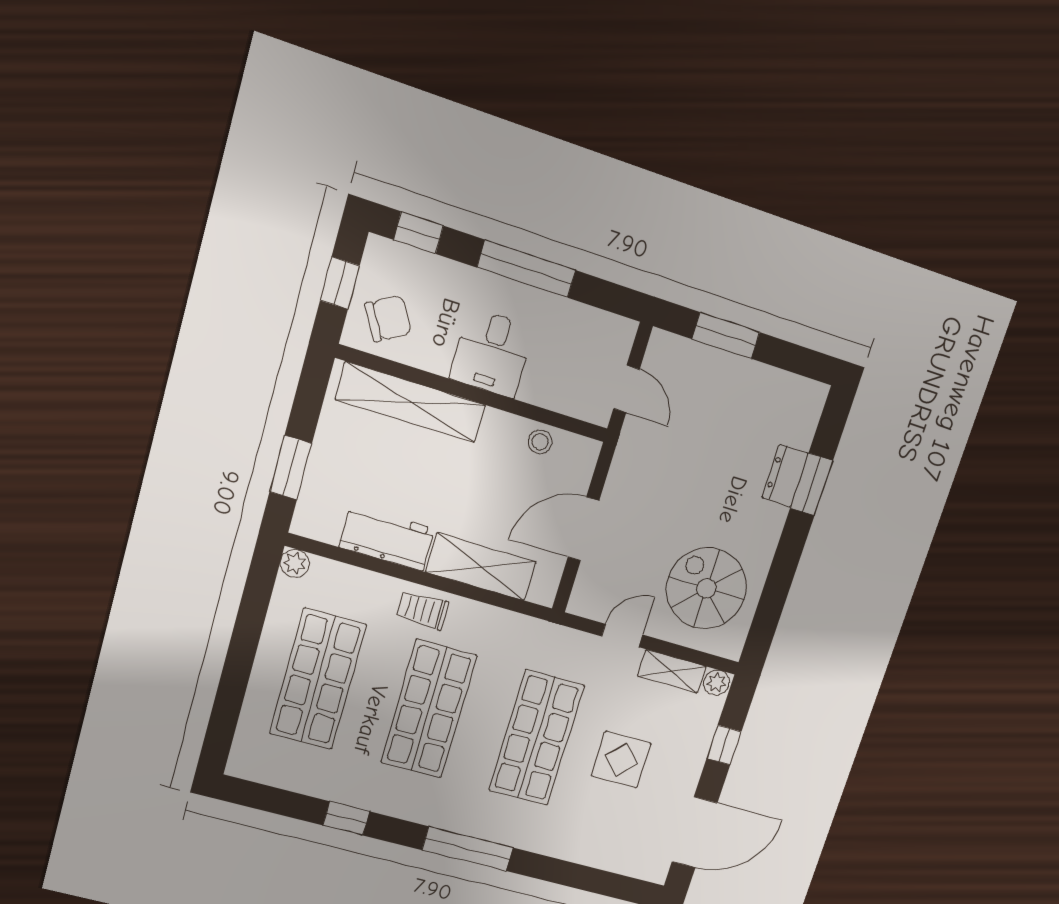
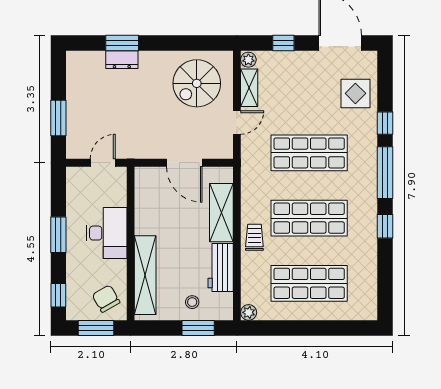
window: (526, 269) -> (58, 235), width x0.69
window: (340, 283) -> (96, 328), width x1.50
desk: (492, 353) -> (107, 233), width x1.37
stool: (540, 442) -> (192, 302), moved
trolley: (423, 610) -> (254, 237), turned 180
door: (622, 636) -> (237, 123), swing flipped
display table: (621, 760) -> (355, 93), moved
window: (346, 818) -> (385, 226), moved
window: (547, 869) -> (385, 123), added

